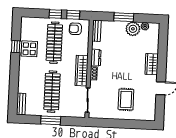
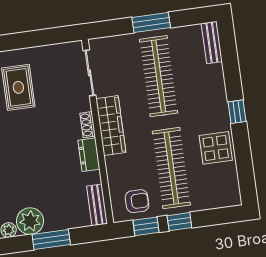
window: (16, 47) -> (237, 112), moved

